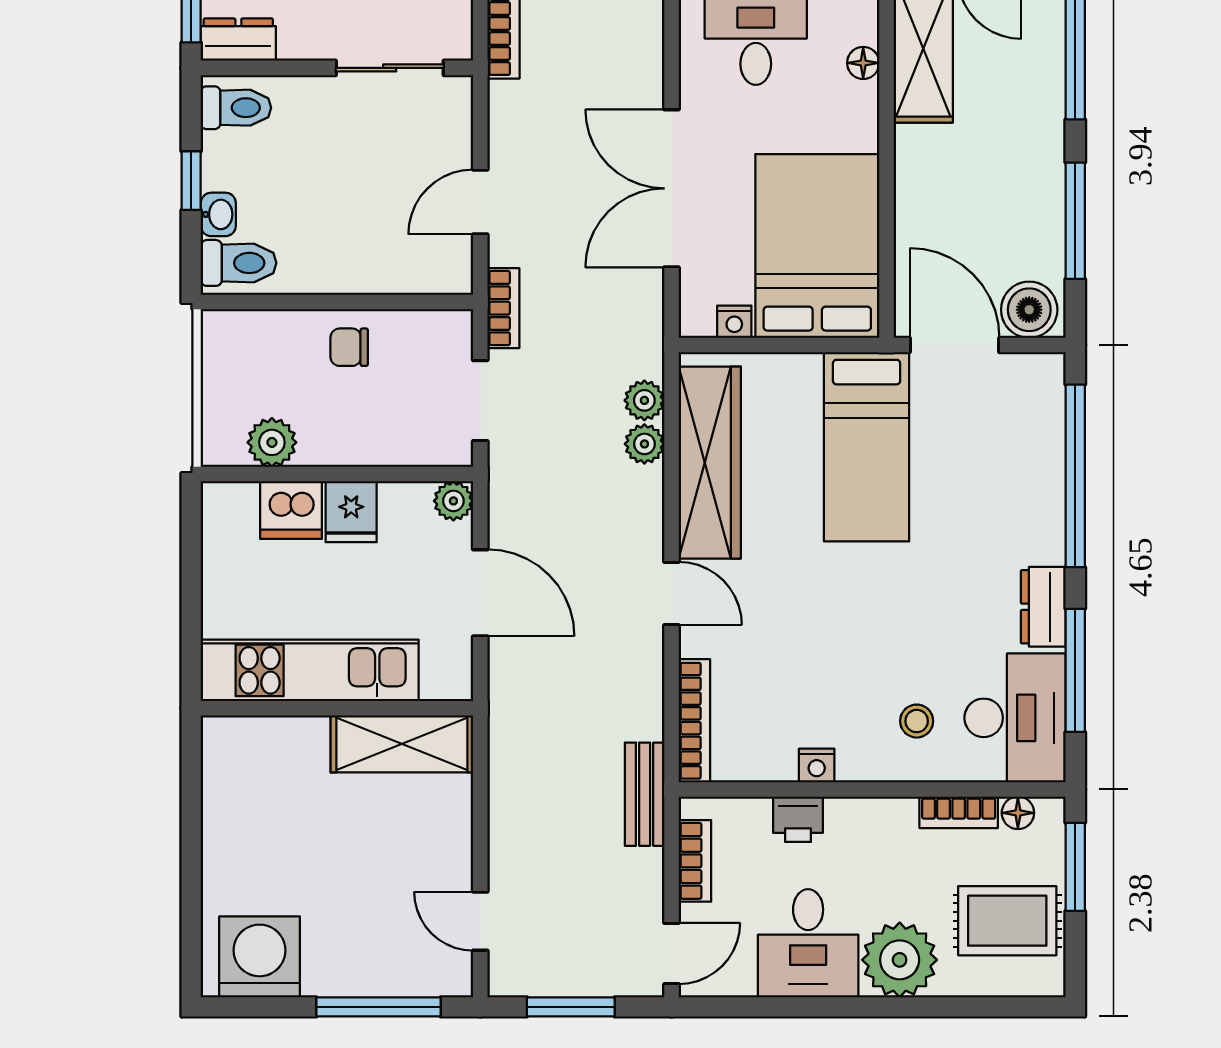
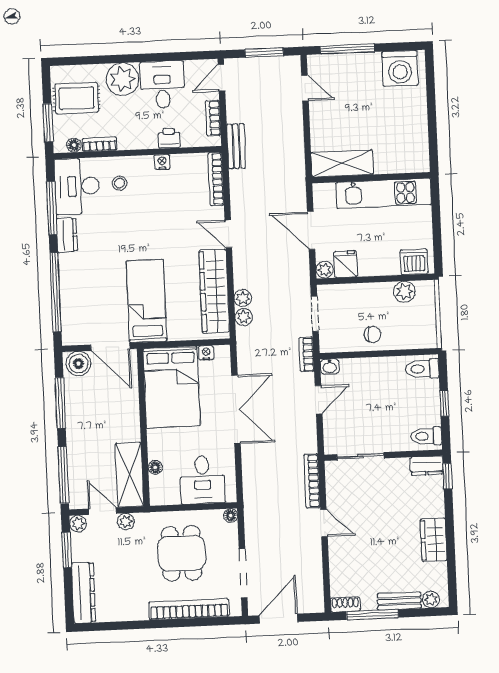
washbasin: (218, 214) -> (330, 367), moved, turned -90
dishwasher: (291, 510) -> (414, 262), moved
fridge: (351, 512) -> (346, 264), moved

